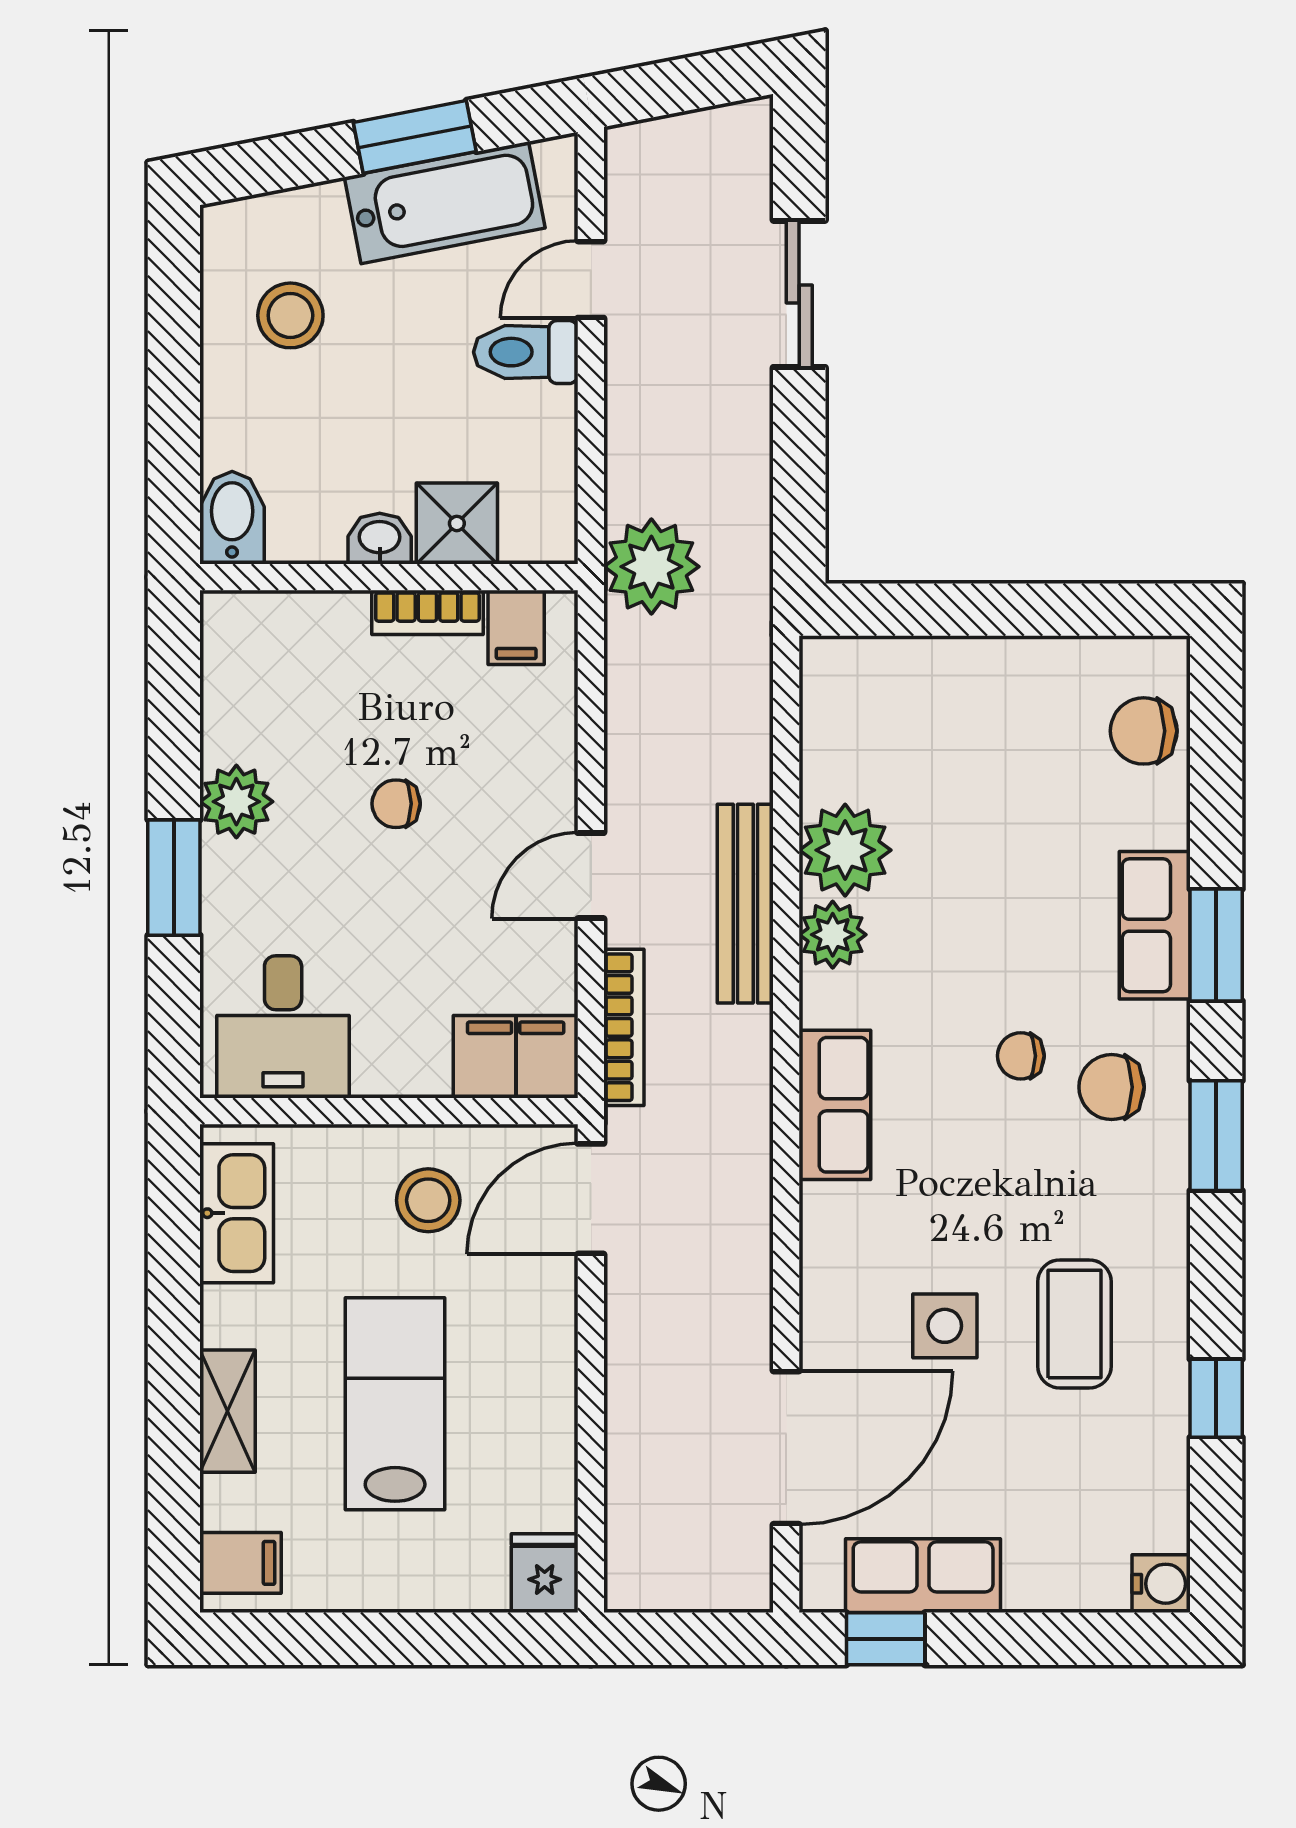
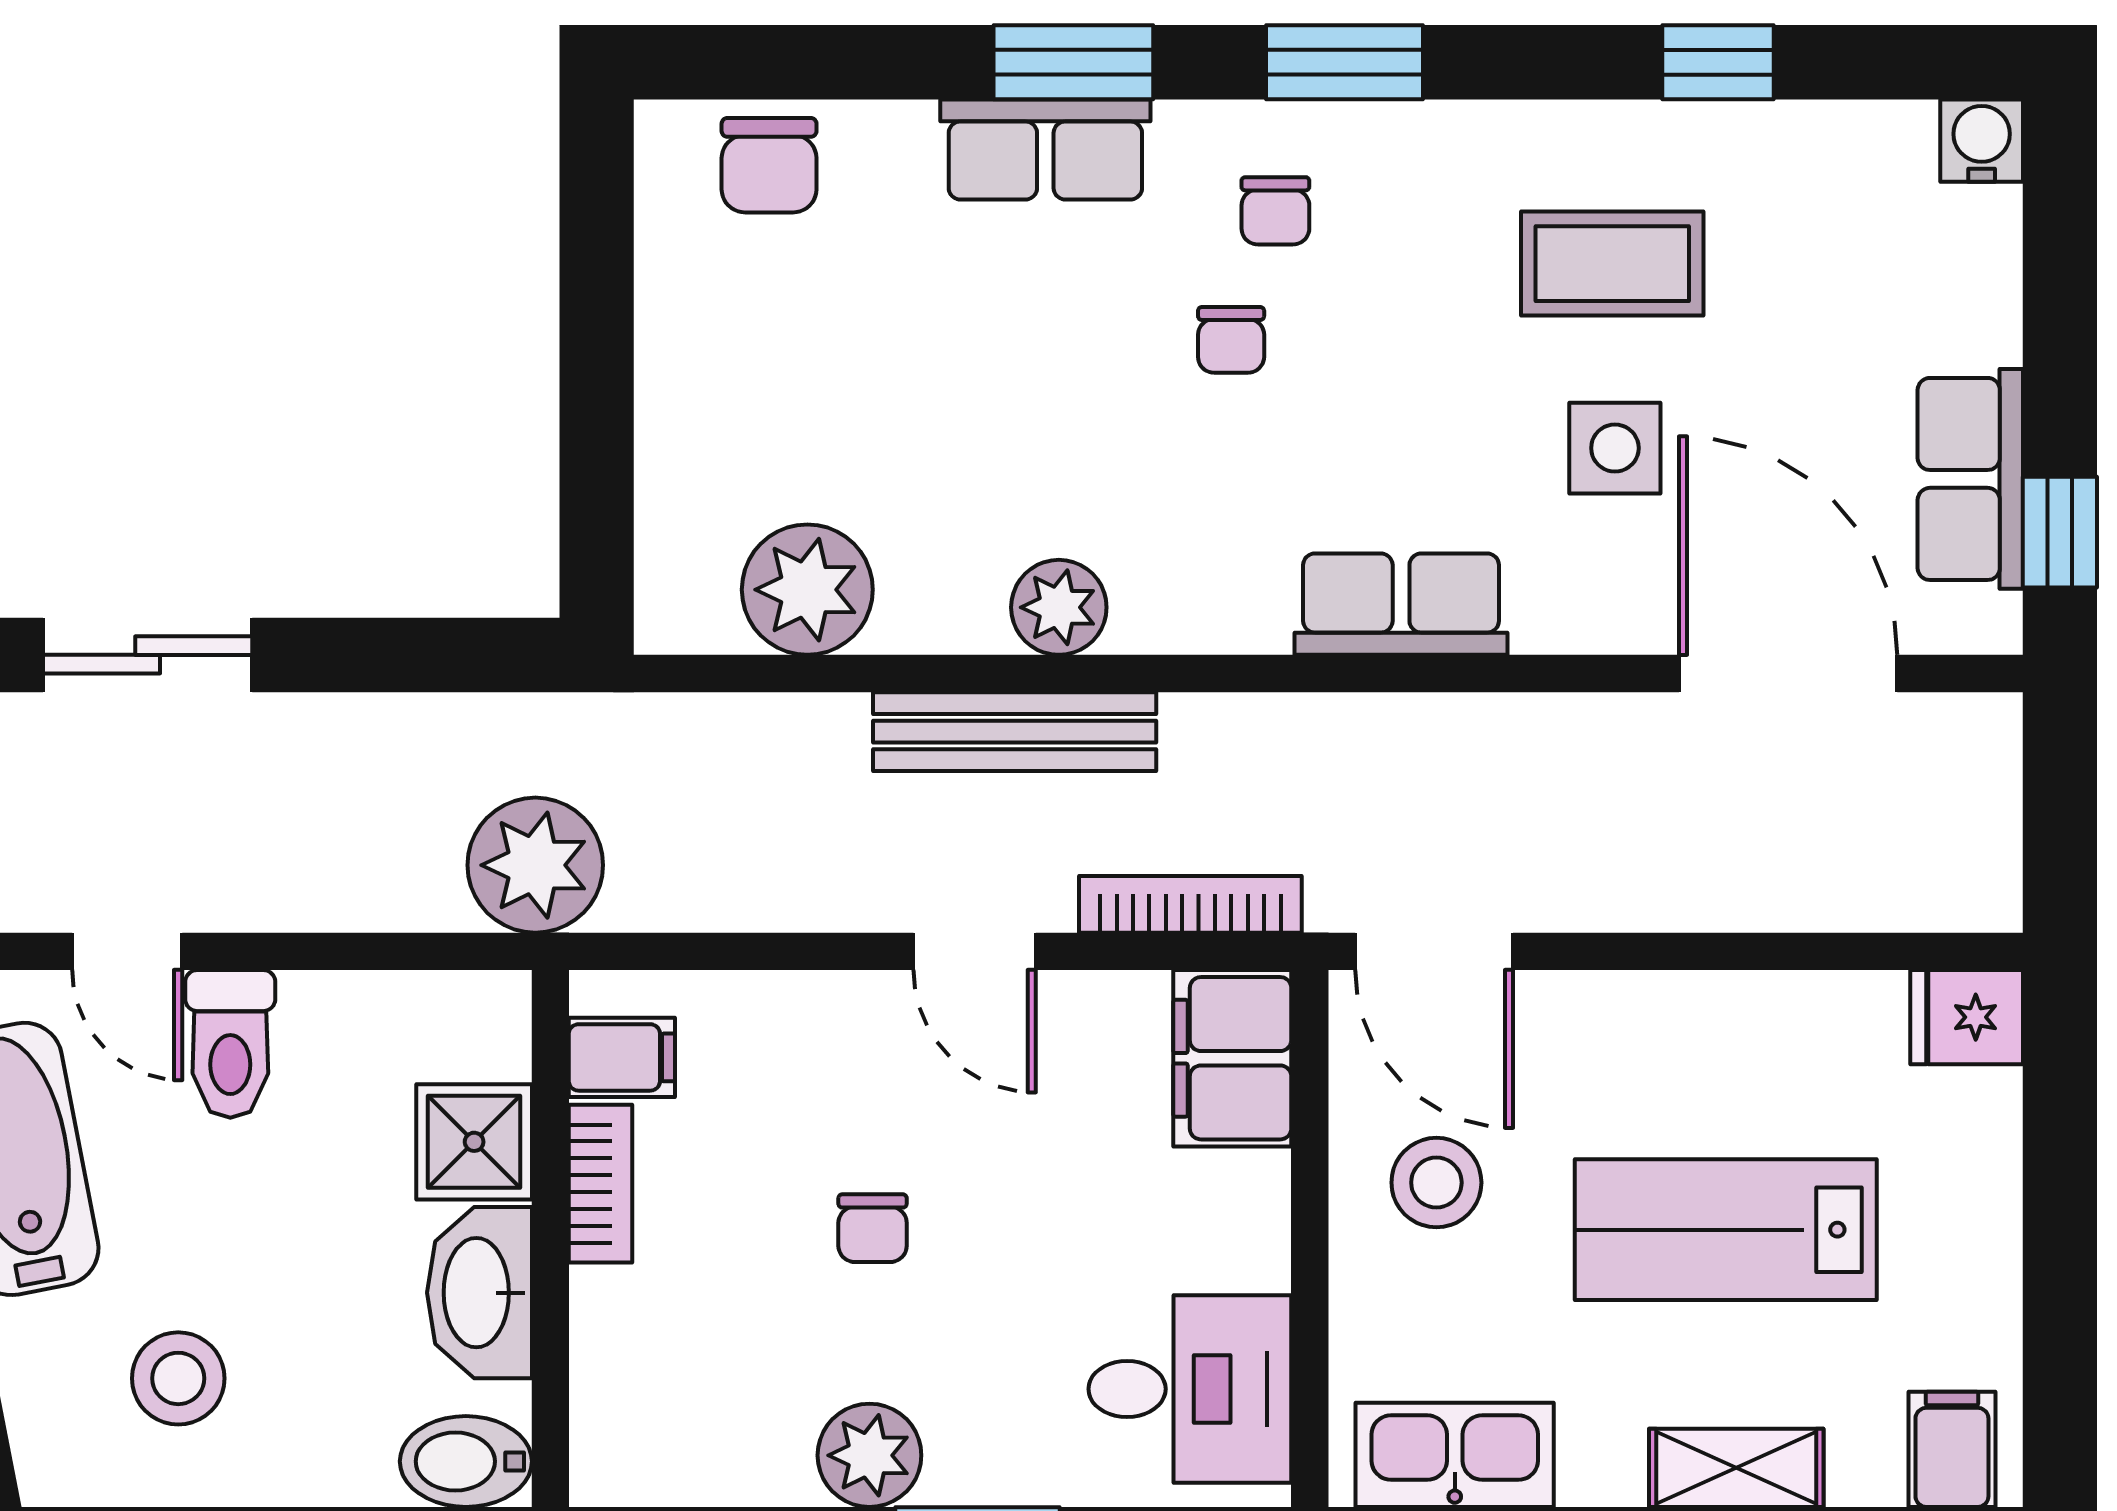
washbasin: (380, 539) -> (479, 1293), width x1.91, depth x1.45
plant: (845, 850) -> (807, 590), moved
chair: (1112, 1087) -> (1275, 211), width x0.73, depth x0.73
row of seats: (835, 1105) -> (1401, 604), moved

